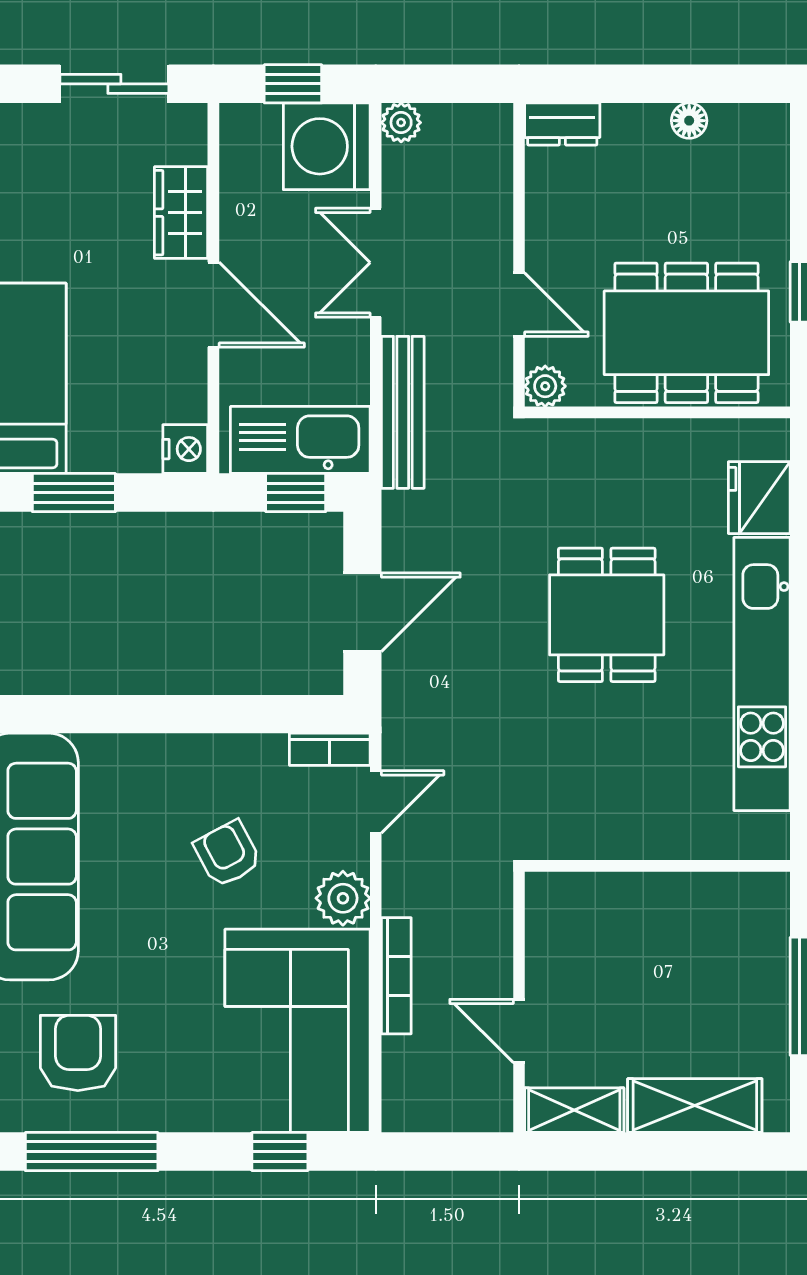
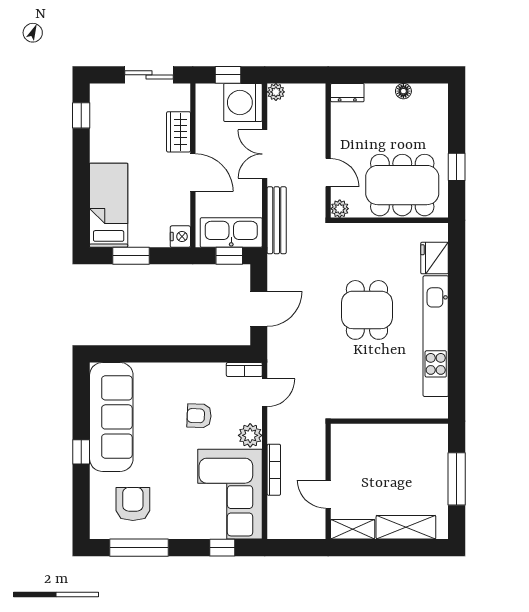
armchair: (228, 854) -> (199, 416), turned -60

